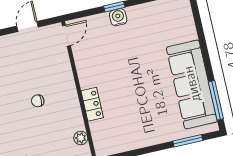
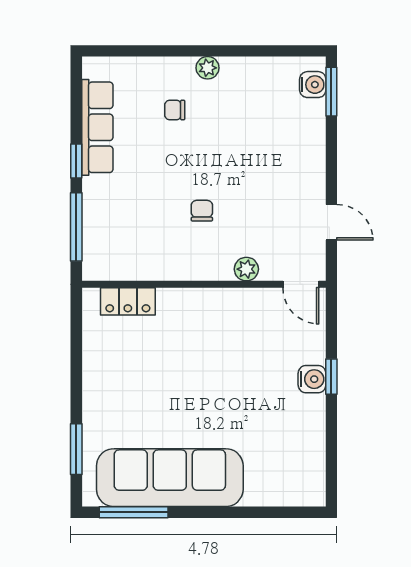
locker: (92, 104) -> (128, 301), moved
plant: (81, 138) -> (246, 269), moved

